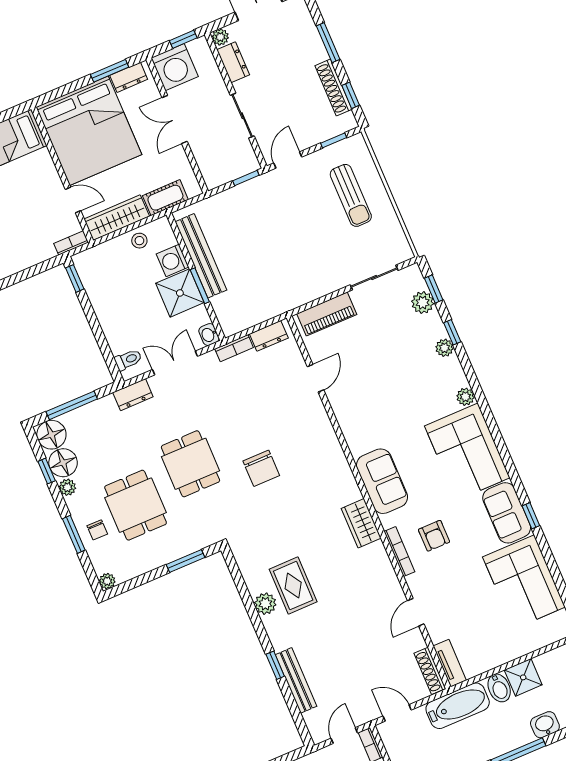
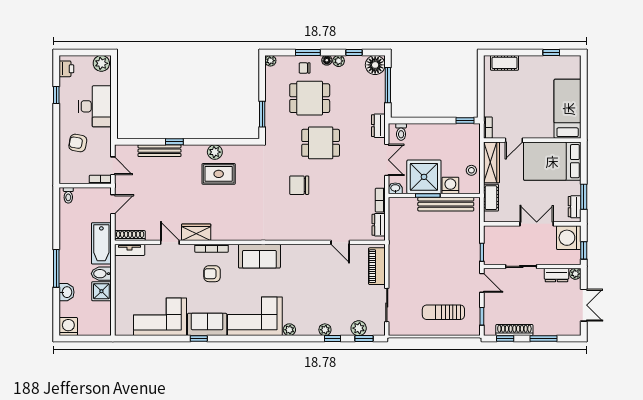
bed: (89, 131) -> (552, 161), width x0.73
shower: (180, 293) -> (424, 177), width x1.37, depth x1.37
floor lamp: (63, 463) -> (327, 60), moved, width x0.53, depth x0.53
wardrobe: (361, 523) -> (196, 232), moved

